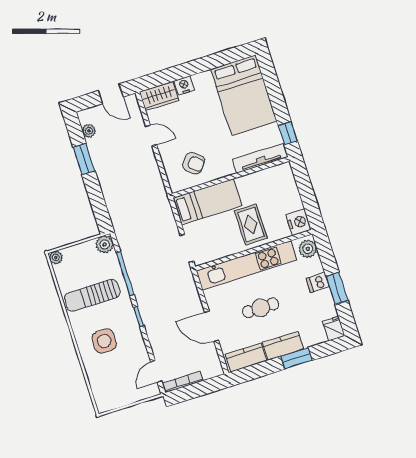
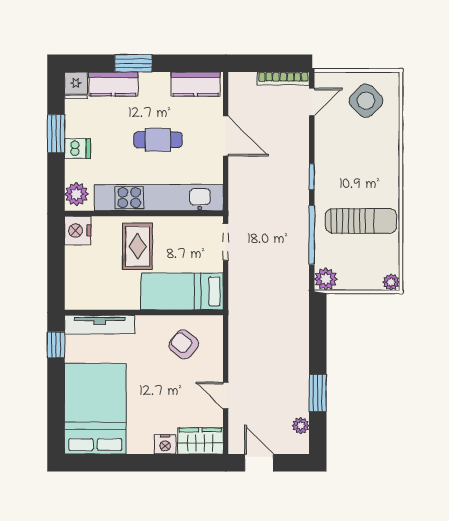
side table: (104, 341) -> (366, 101), moved, turned 45
kitchen counter: (283, 346) -> (113, 84), moved

